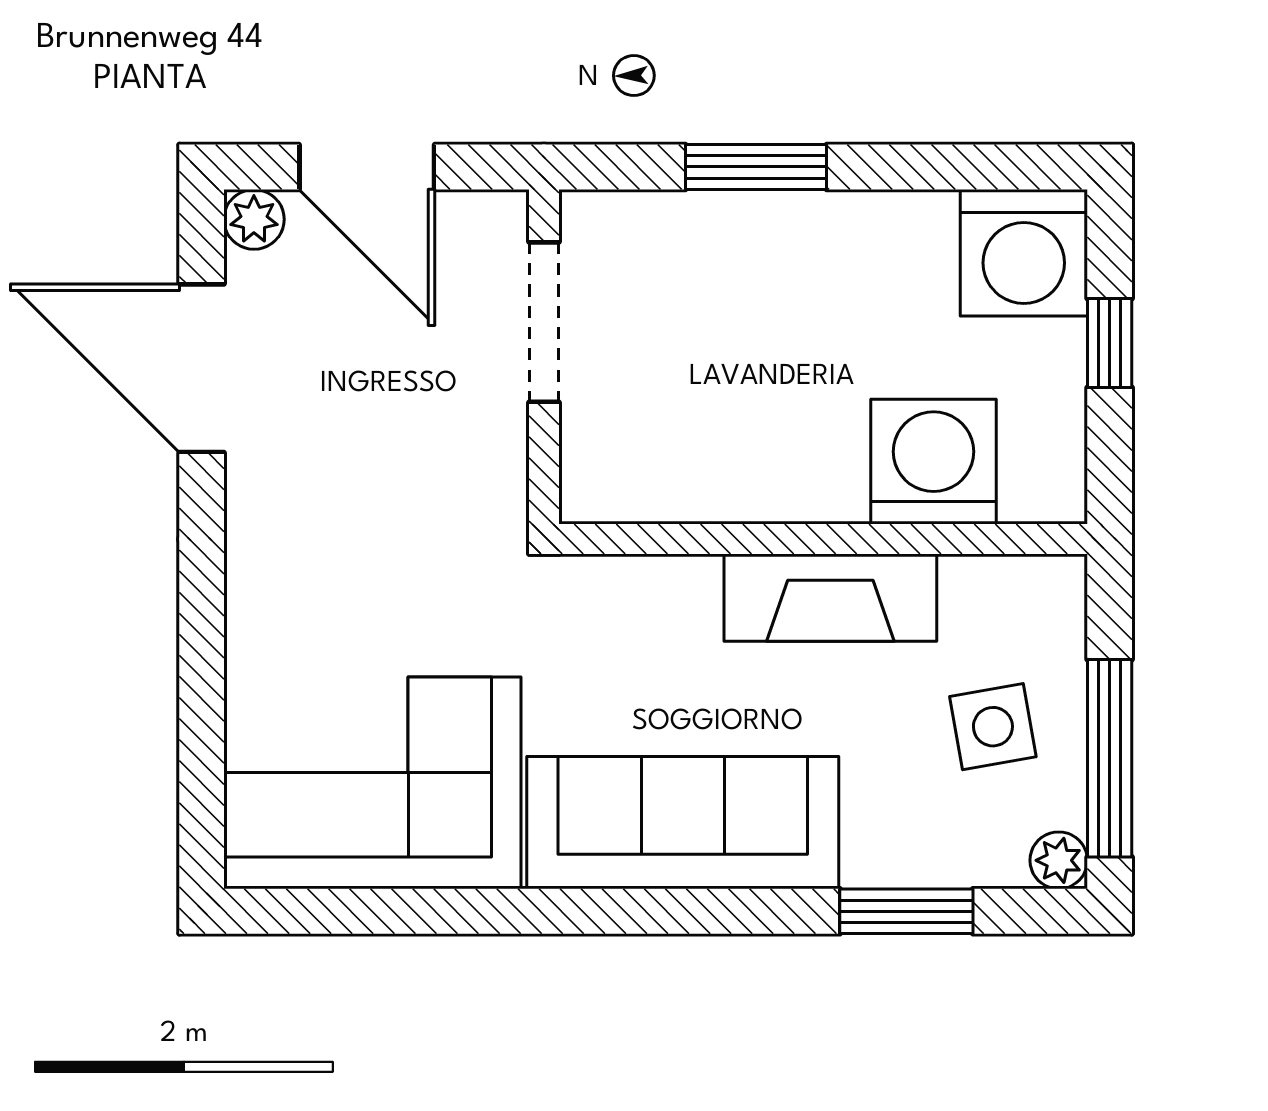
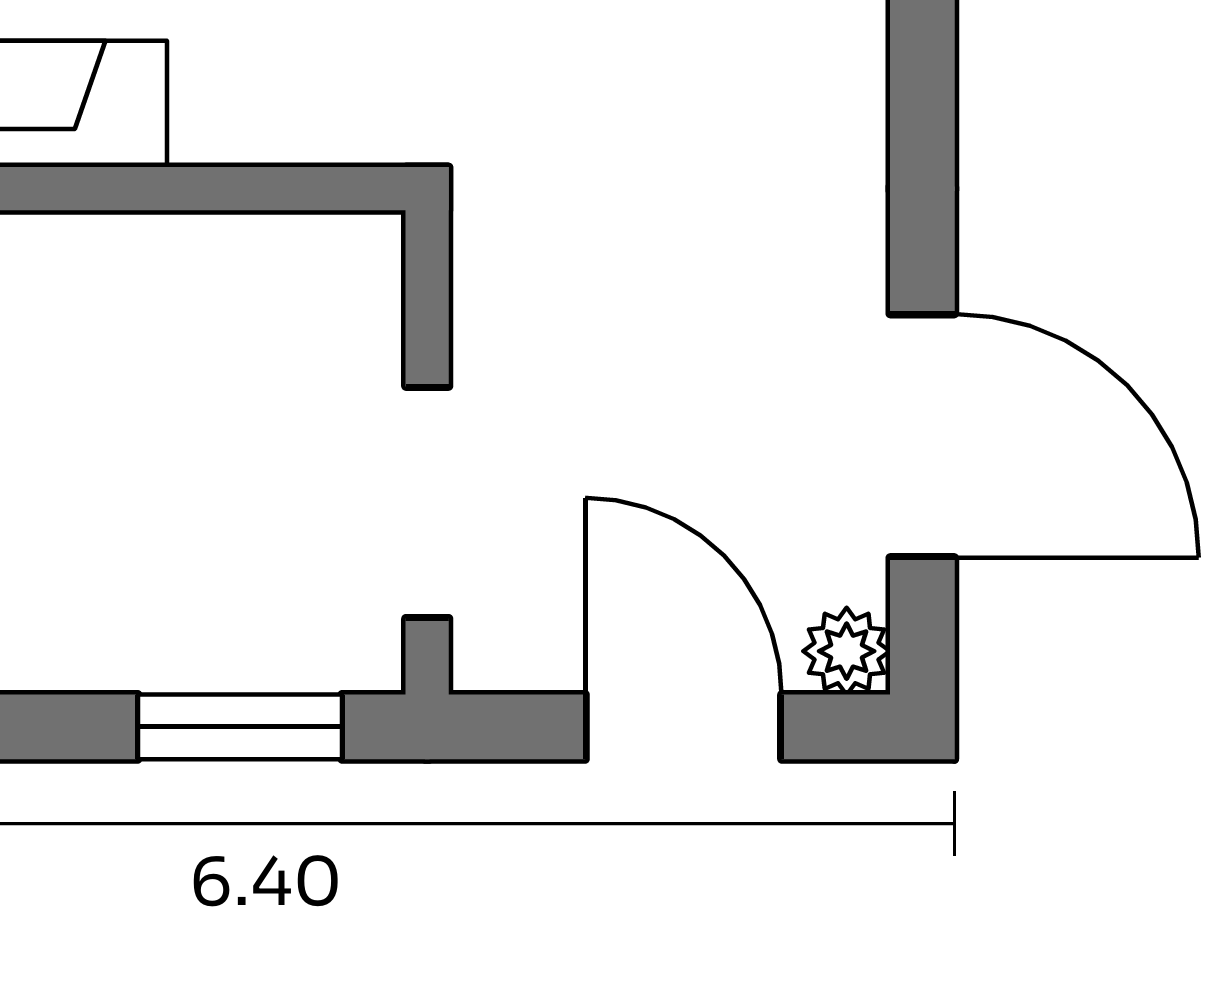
window: (756, 167) -> (240, 727), moved

